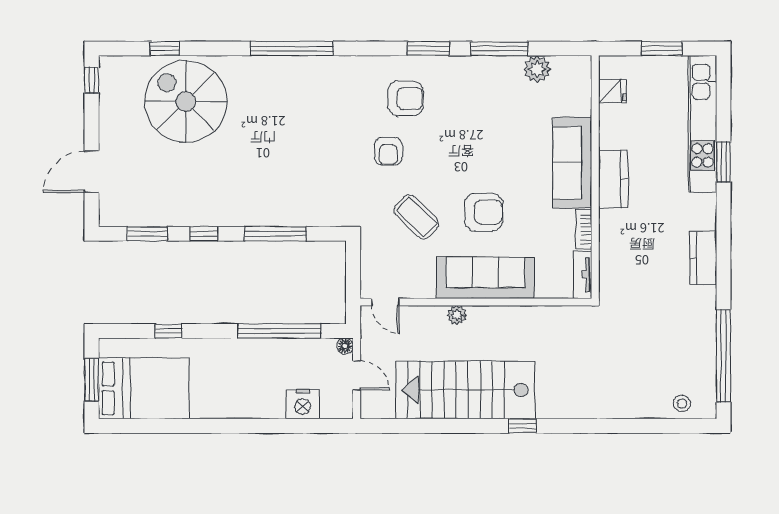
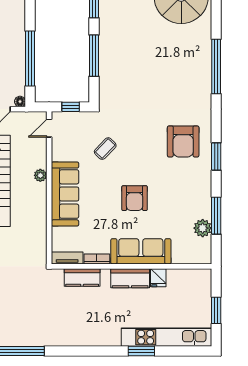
window: (499, 49) -> (216, 216), moved
fridge: (612, 91) -> (158, 278), moved
armchair: (406, 99) -> (183, 141), width x1.36, depth x1.36
armchair: (388, 151) -> (148, 130), removed
armchair: (484, 212) -> (135, 198), moved
coffee table: (416, 217) -> (105, 149), width x0.73, depth x0.77
kitchen counter: (703, 258) -> (82, 277), moved, turned 180
window: (353, 269) -> (71, 107), added

